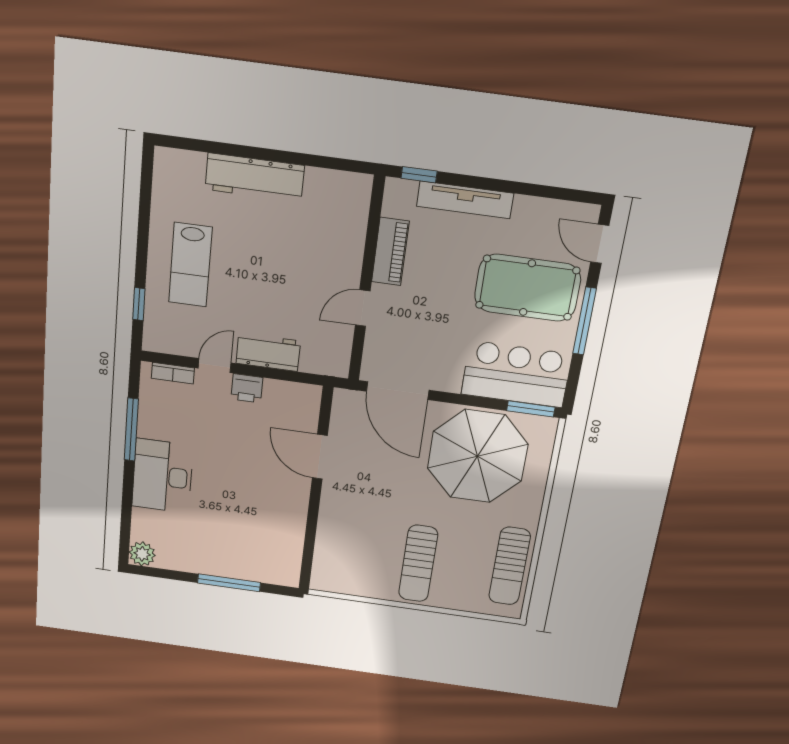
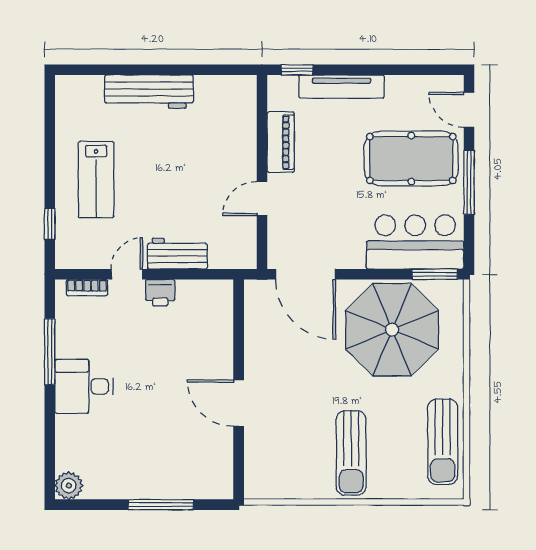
door: (320, 457) -> (239, 403), moved
desk: (162, 476) -> (84, 386), width x0.73

